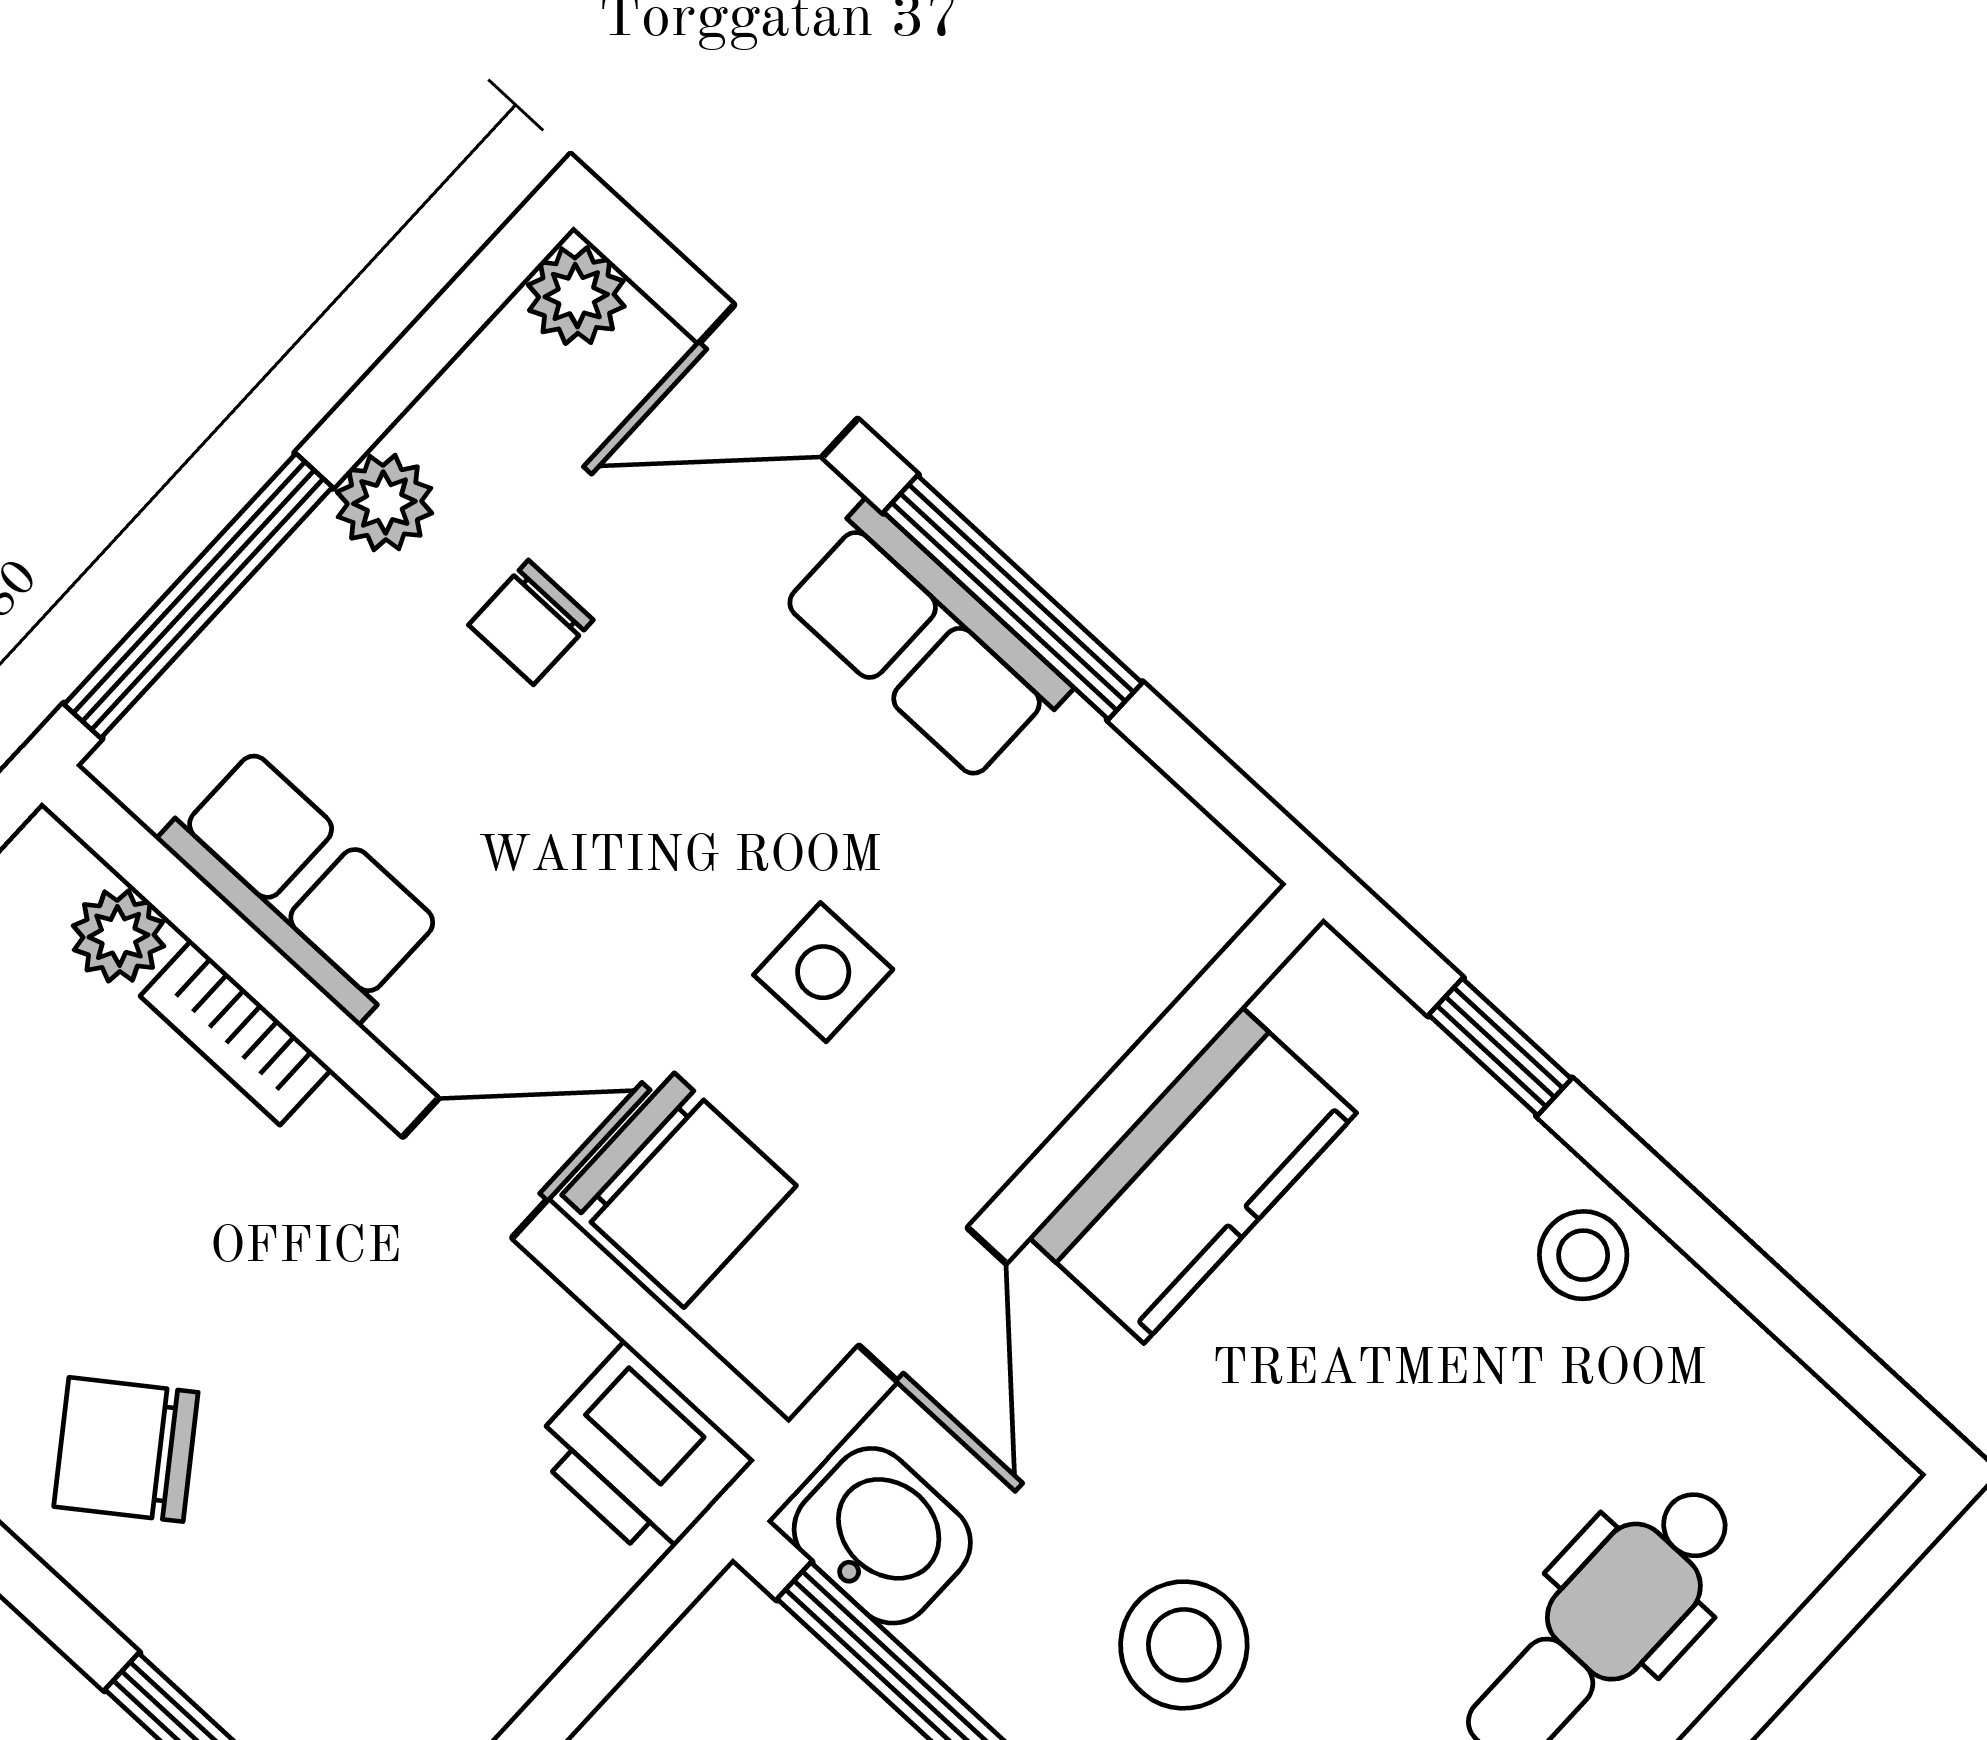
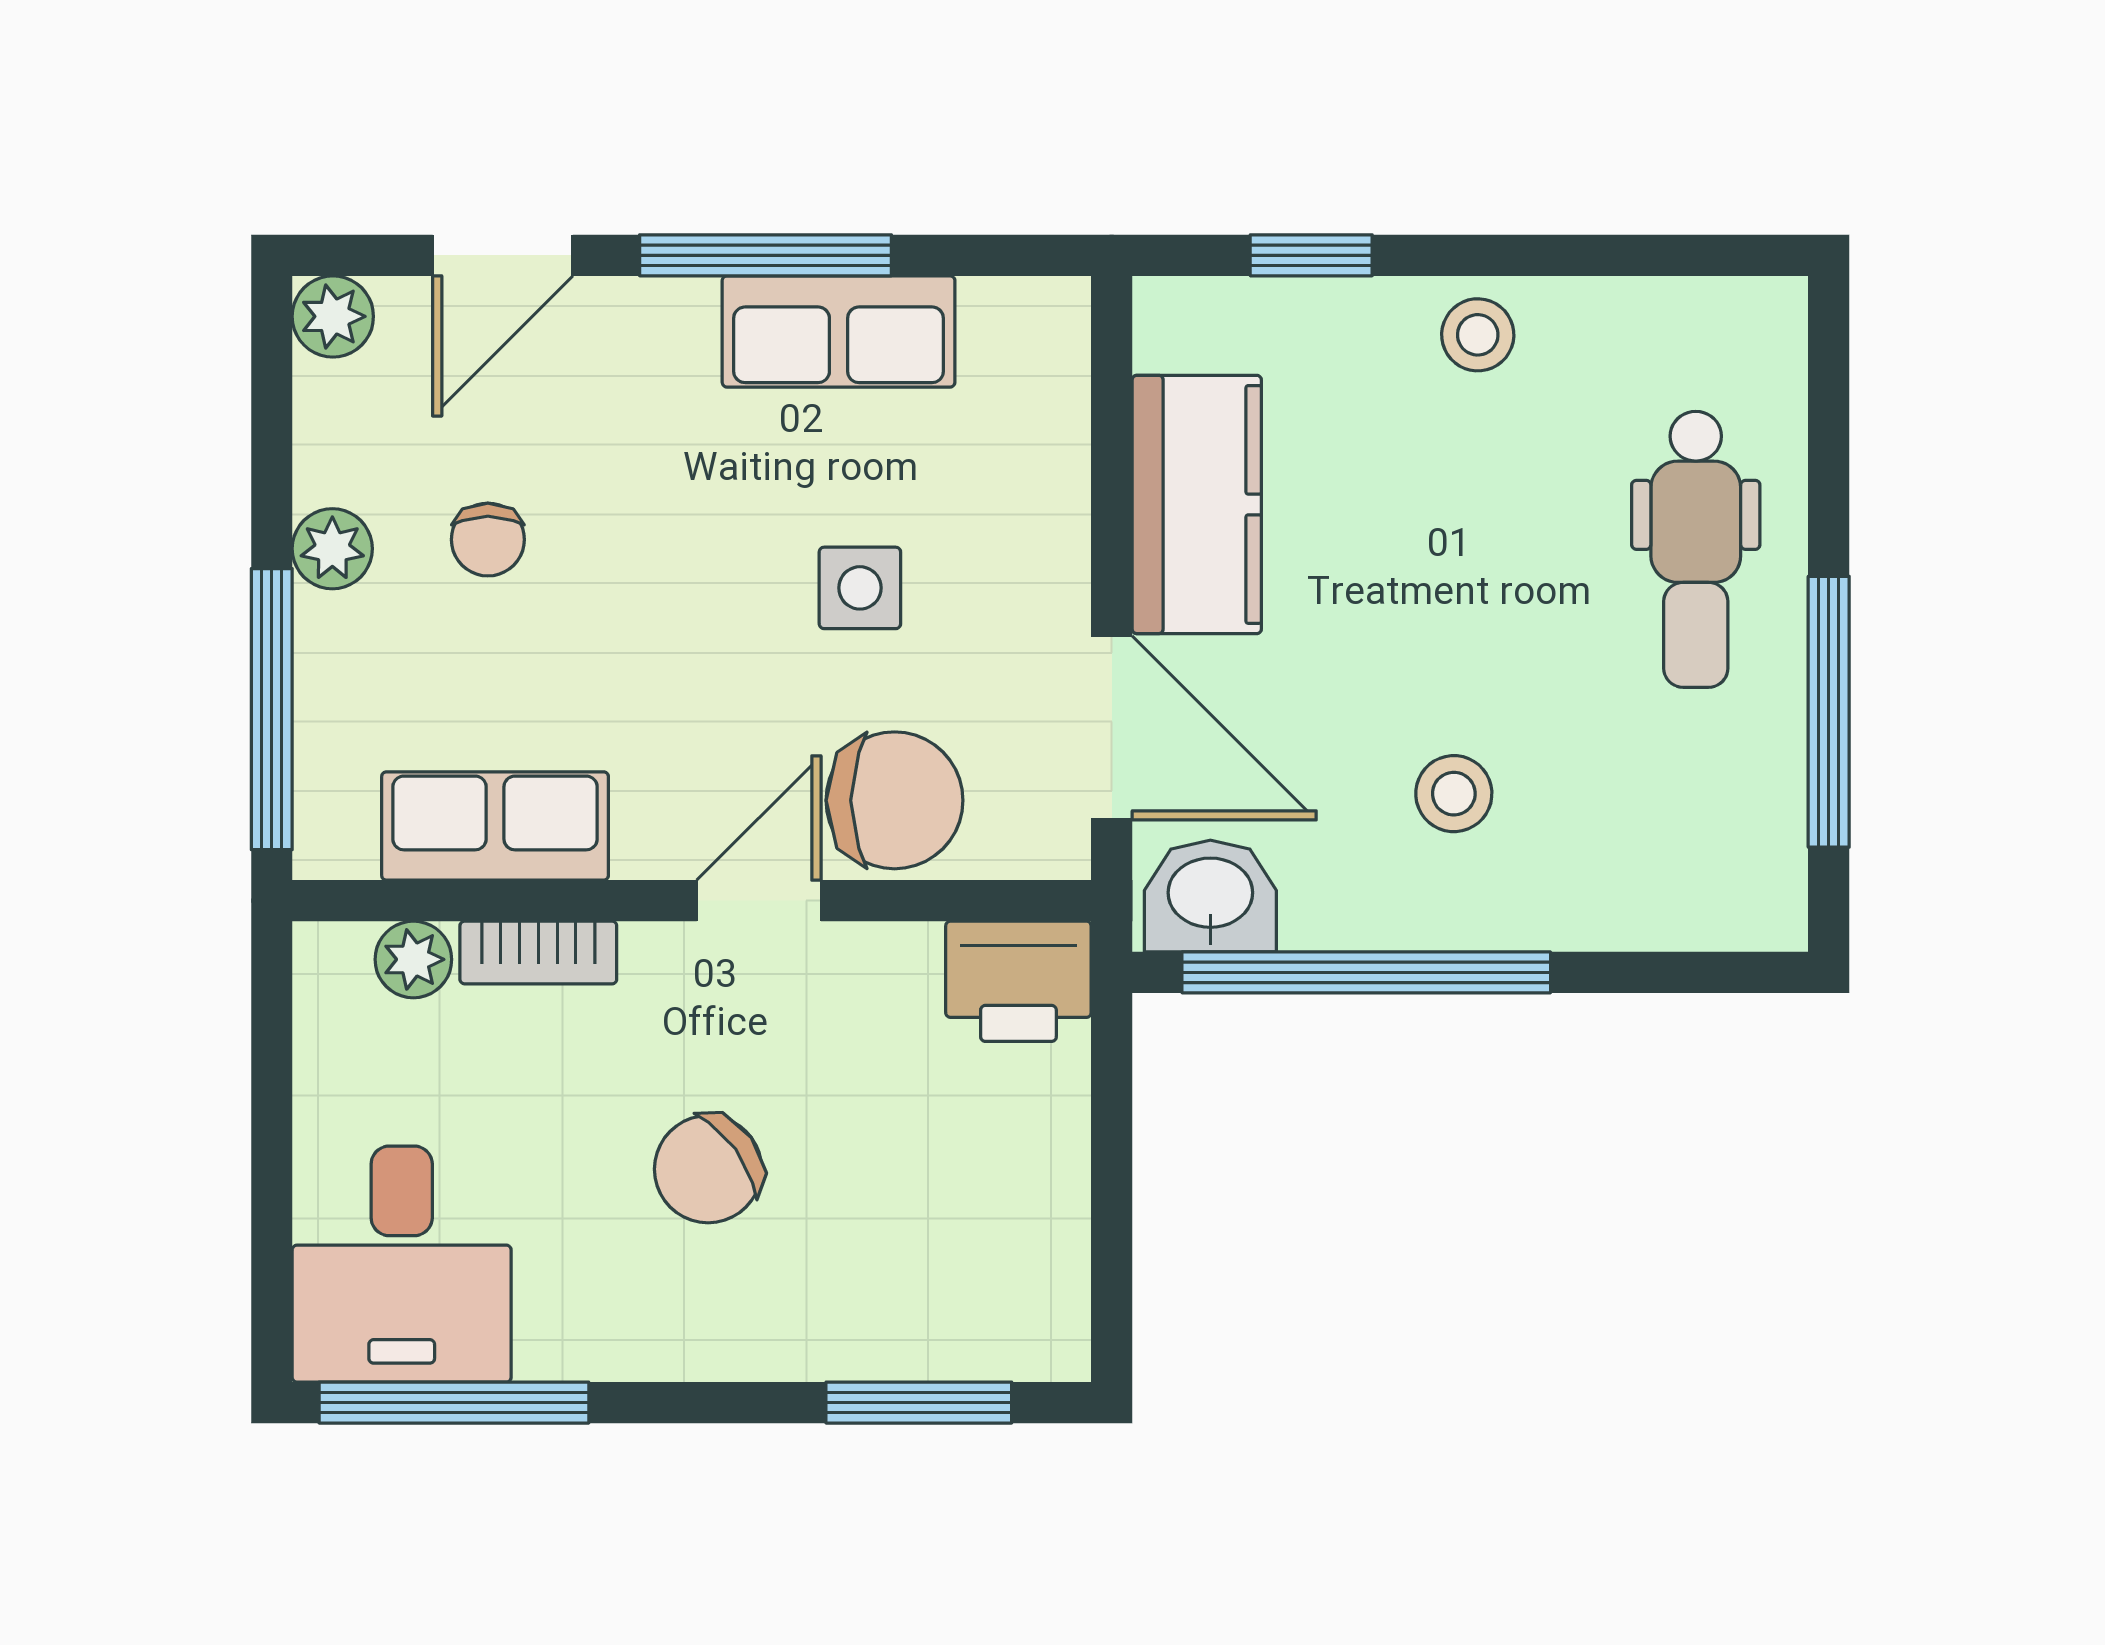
row of seats: (925, 642) -> (839, 331), moved
door: (933, 1305) -> (1112, 728), width x1.38
chair: (126, 1449) -> (708, 1169), moved
stool: (1184, 1645) -> (1454, 794), width x0.73, depth x0.73

